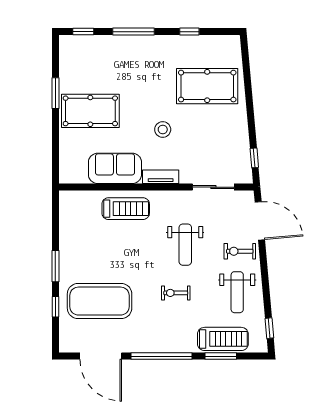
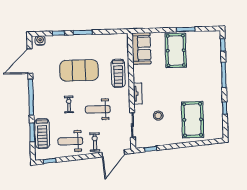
stool: (163, 129) -> (158, 116), moved
sofa: (115, 168) -> (141, 48), moved
exercise mat: (100, 301) -> (79, 70), moved, turned 90
water cooler: (67, 338) -> (40, 40), added

